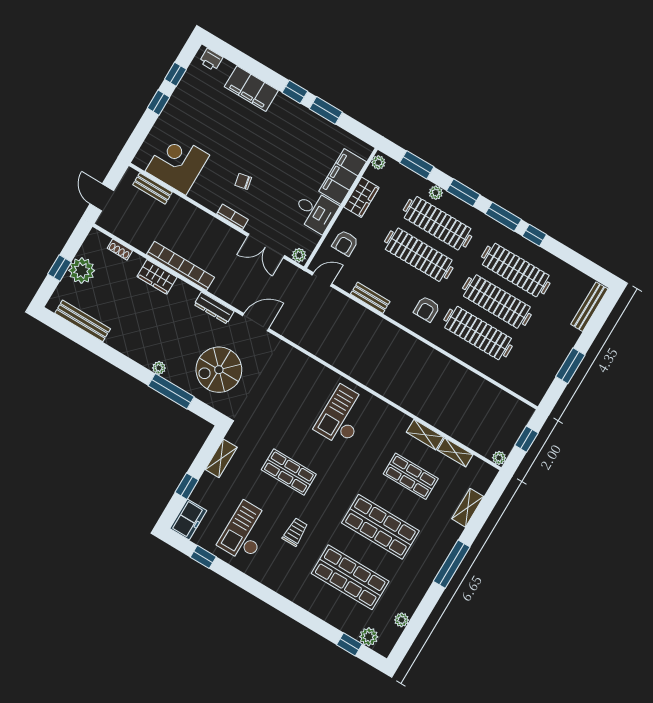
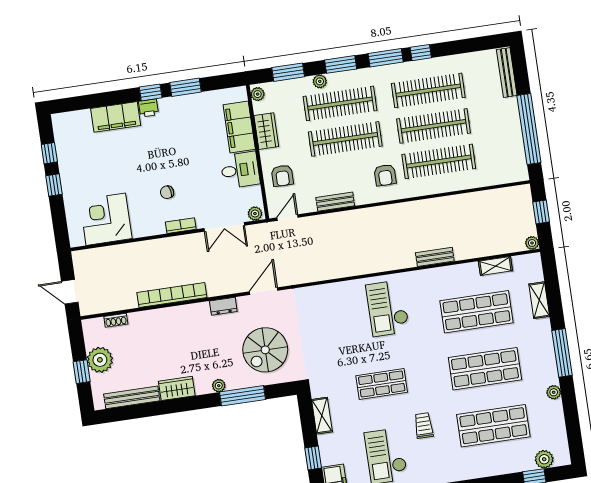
printer: (211, 60) -> (148, 108), moved
bench: (153, 188) -> (435, 257), moved
wardrobe: (157, 277) -> (177, 388), moved, turned 180
dresser: (214, 308) -> (223, 306), width x0.70
window: (570, 366) -> (529, 129), width x2.11
shelving: (425, 435) -> (461, 271), removed
shop shelf: (411, 476) -> (477, 312), width x1.43, depth x1.36
plant: (402, 620) -> (554, 392), moved

